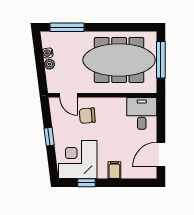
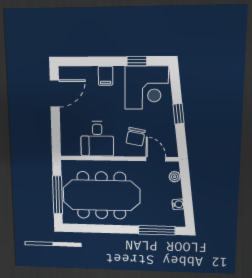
plant: (49, 64) -> (175, 177), moved
desk: (142, 113) -> (97, 139), moved
chair: (87, 116) -> (136, 137), turned 106

